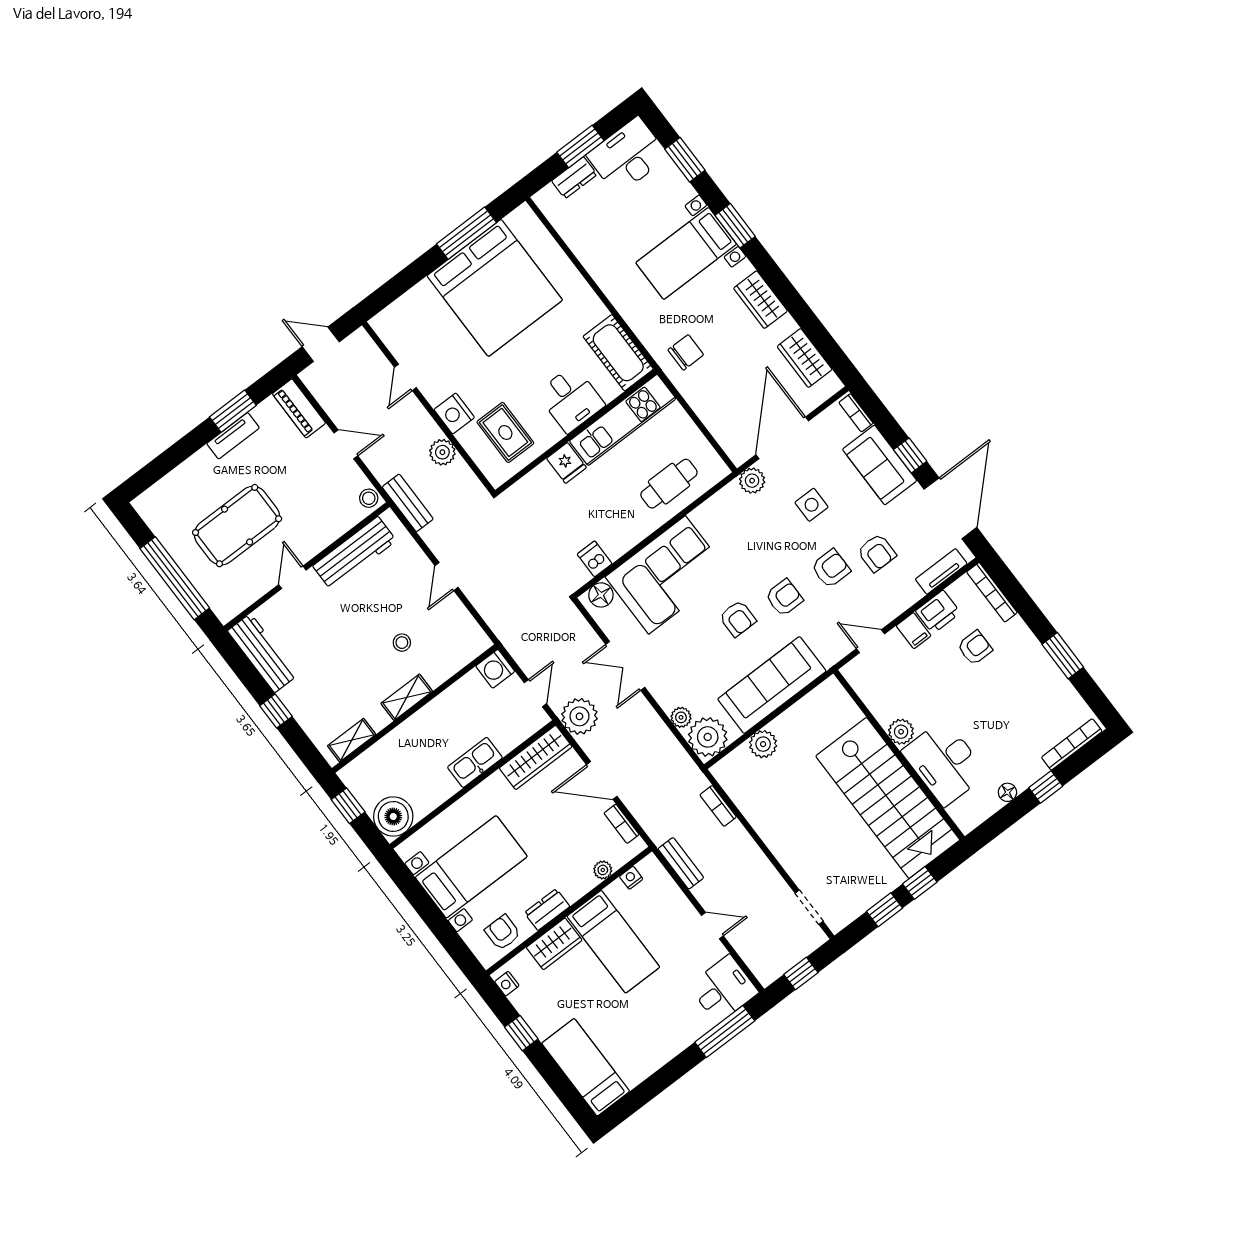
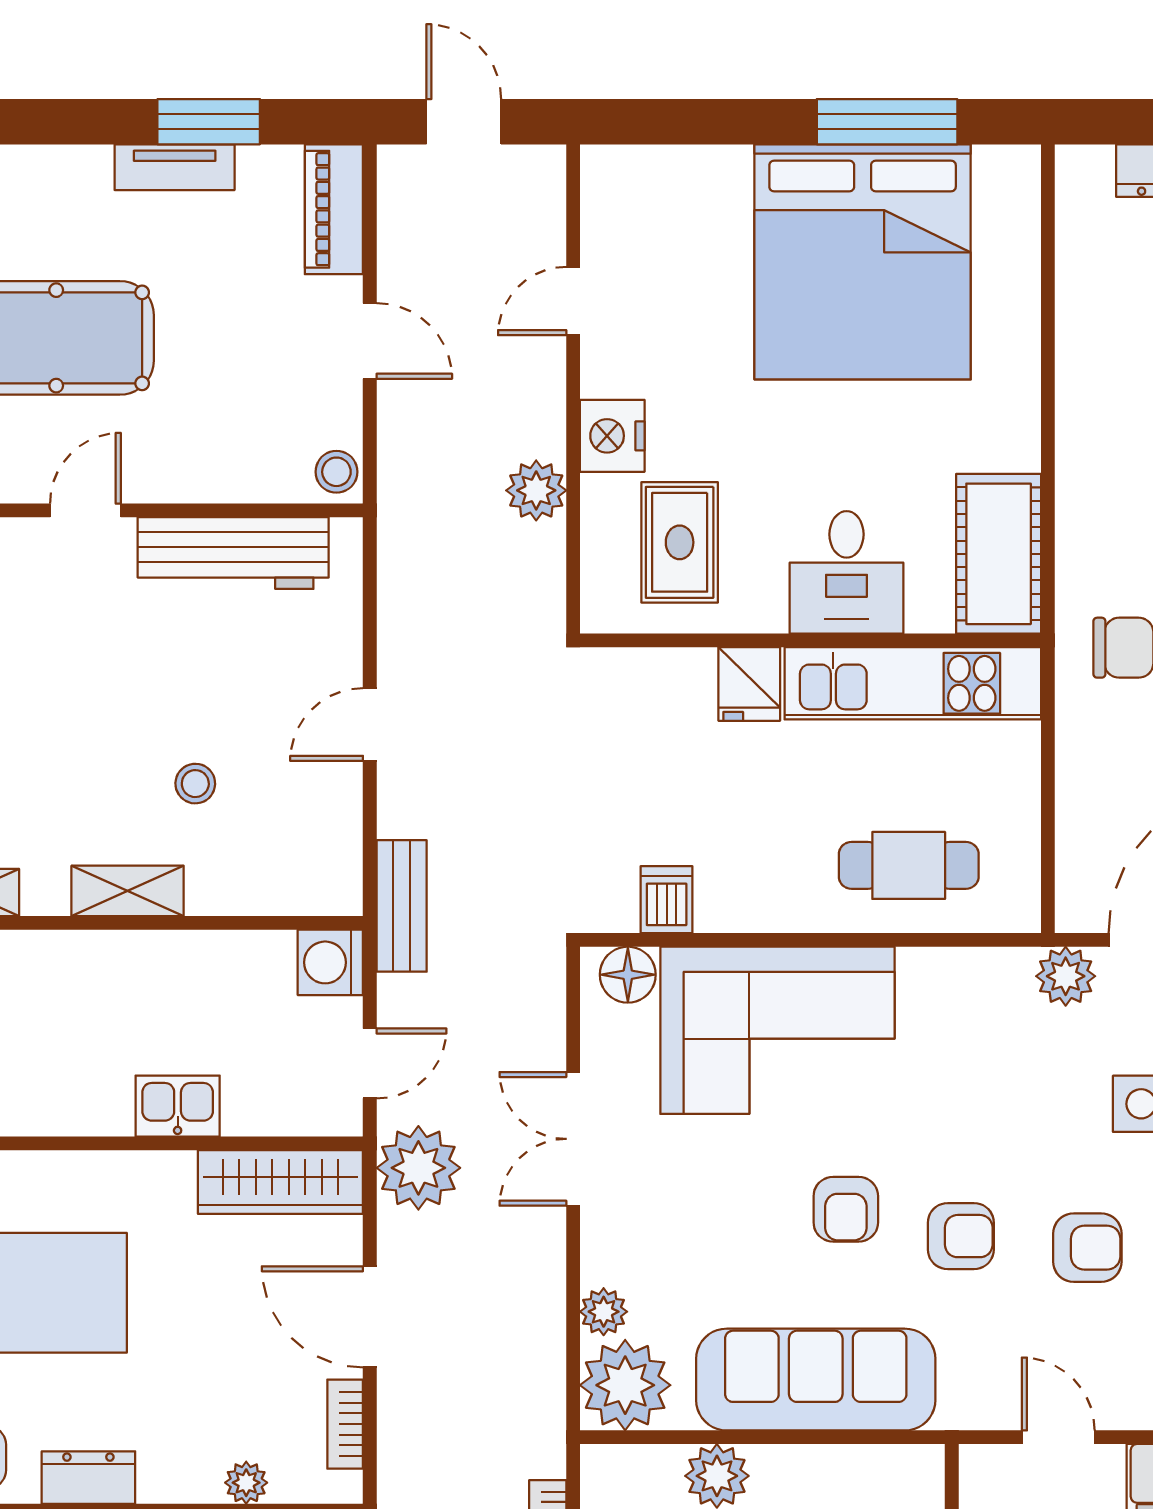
bench: (408, 503) -> (402, 906), moved
kitchen sink: (475, 762) -> (178, 1106), width x0.73

